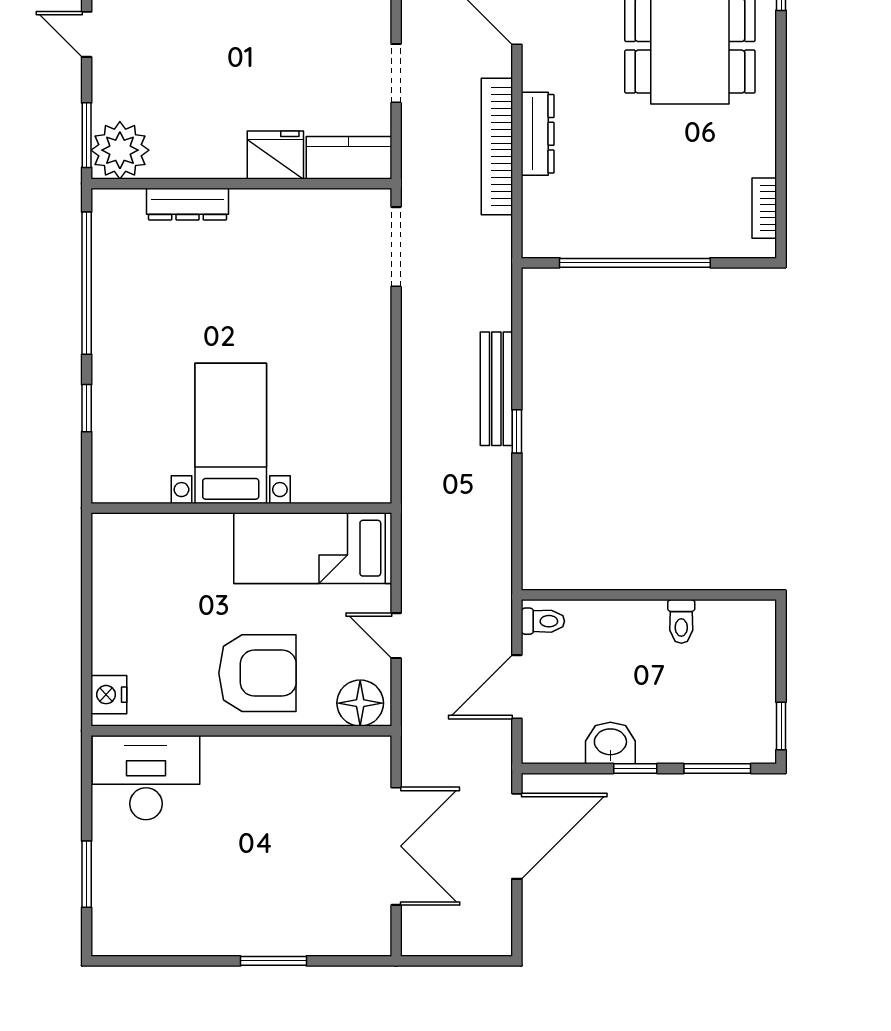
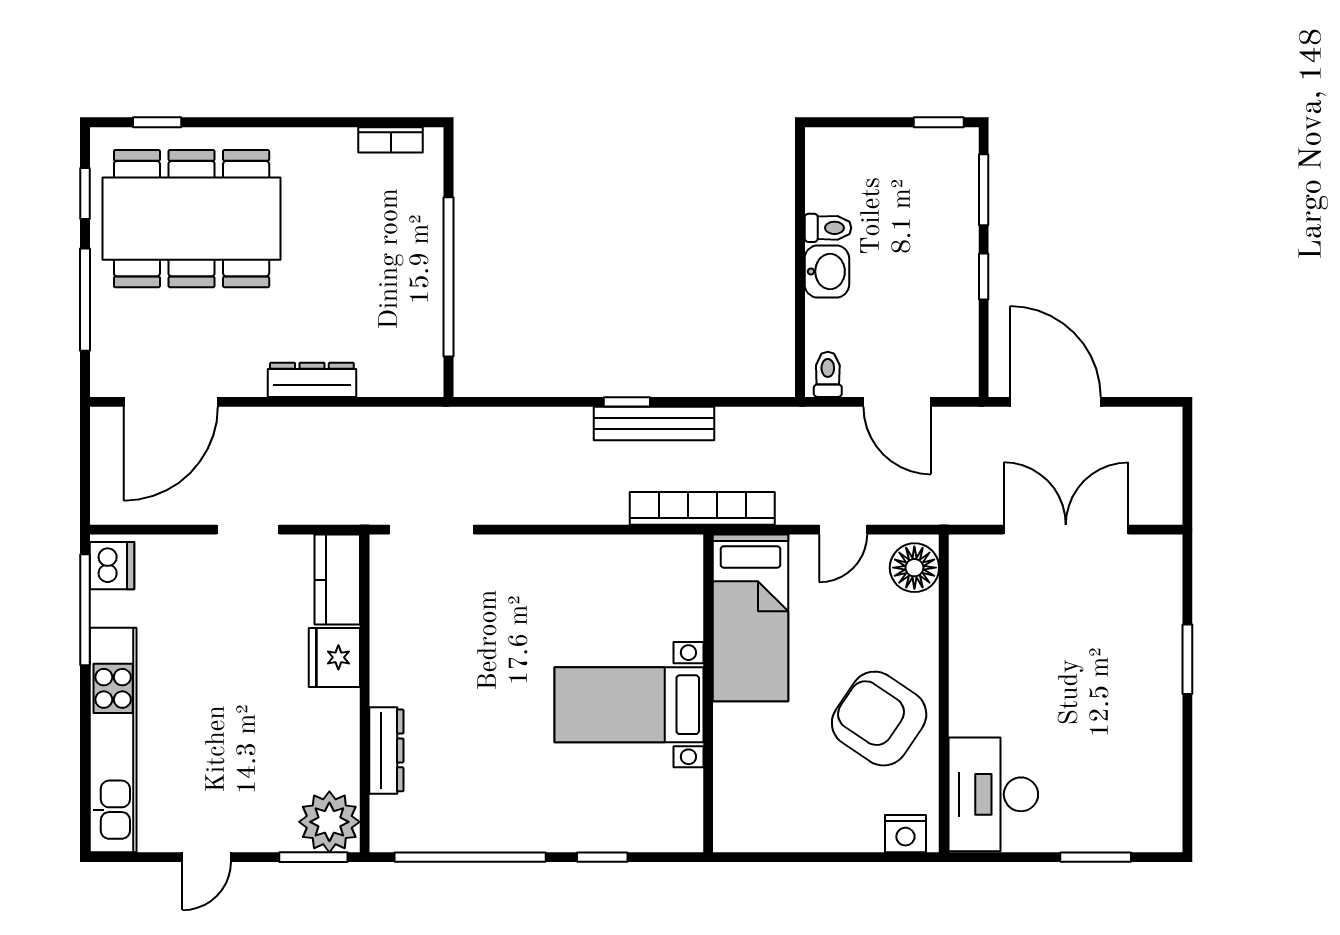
bookcase: (497, 146) -> (702, 508), moved, turned 180
bench: (496, 389) -> (654, 423), moved
armchair: (257, 673) -> (879, 719), moved, turned -56
washbasin: (610, 743) -> (827, 272), moved, turned 180

